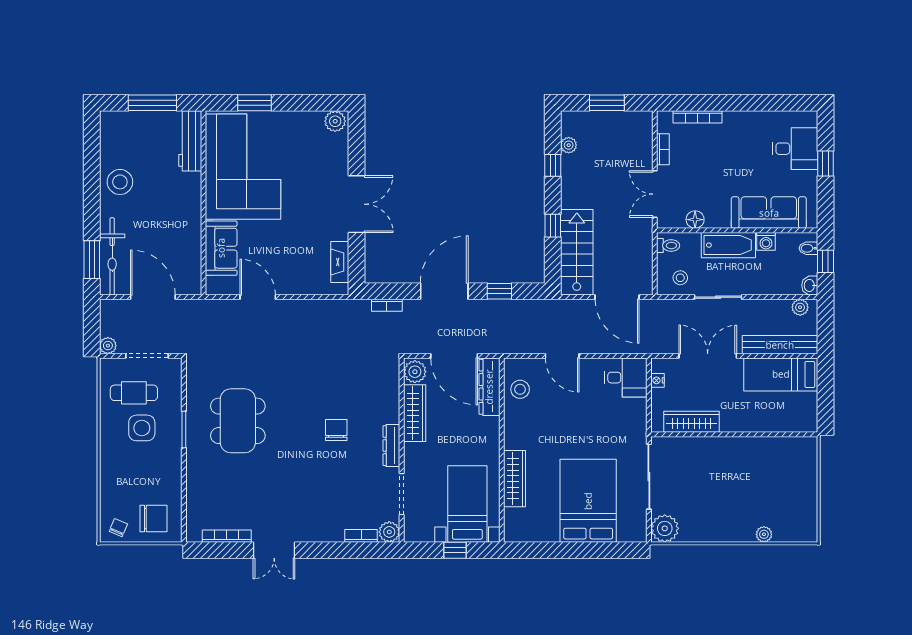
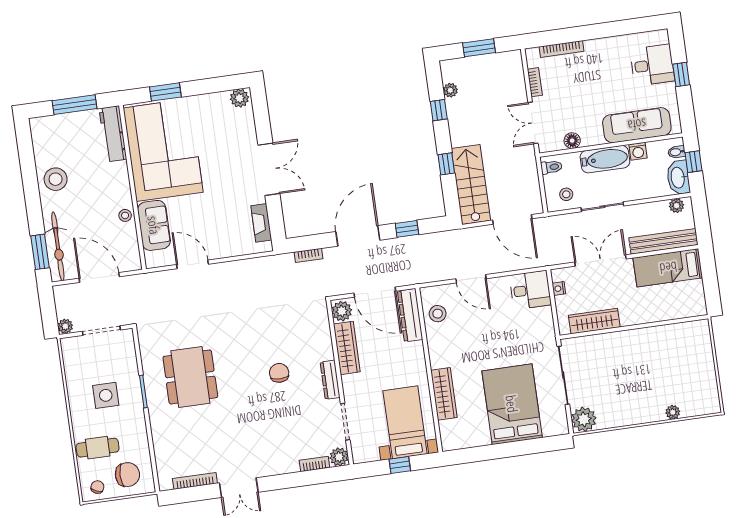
stool: (191, 233) -> (125, 215), added
washbasin: (810, 285) -> (678, 178), width x1.91, depth x1.45
cafe table: (134, 393) -> (98, 448), moved

